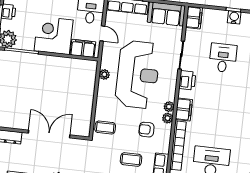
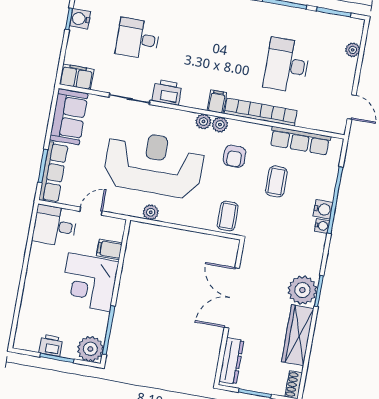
filing cabinet: (83, 48) -> (109, 249), width x0.50
filing cabinet: (184, 110) -> (217, 102), width x0.50

